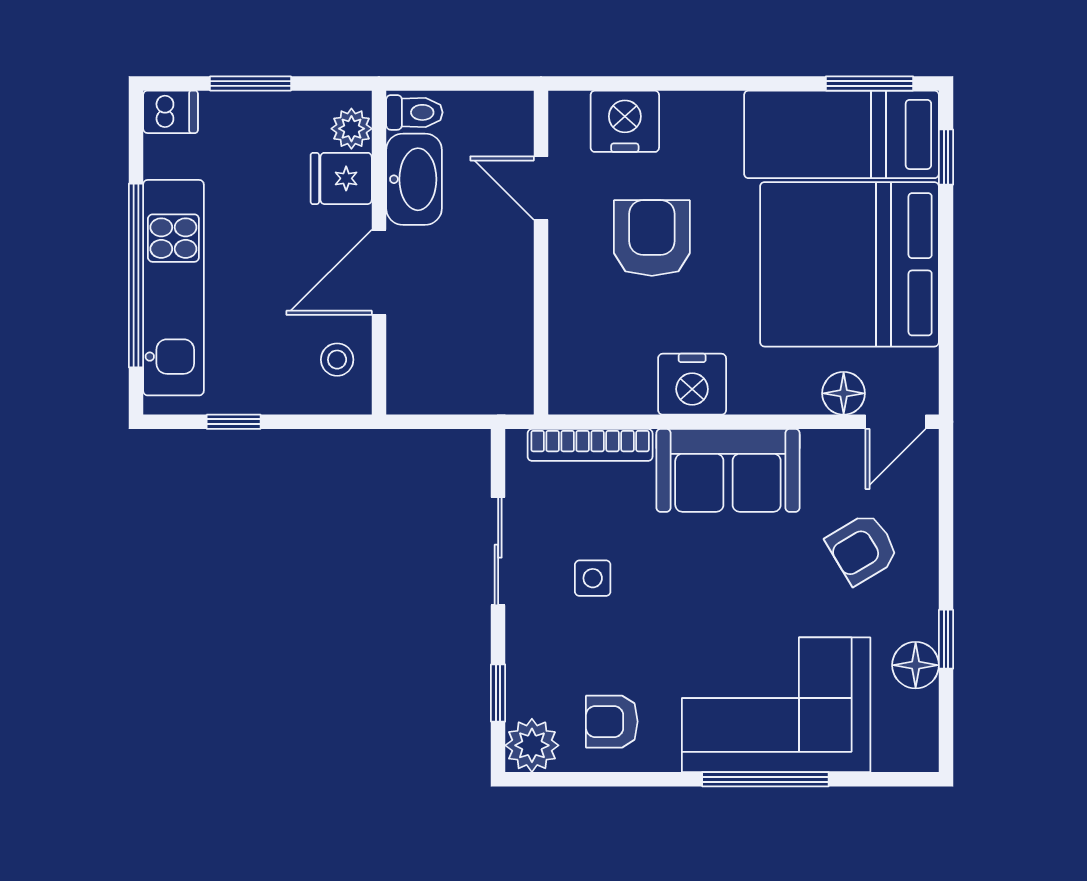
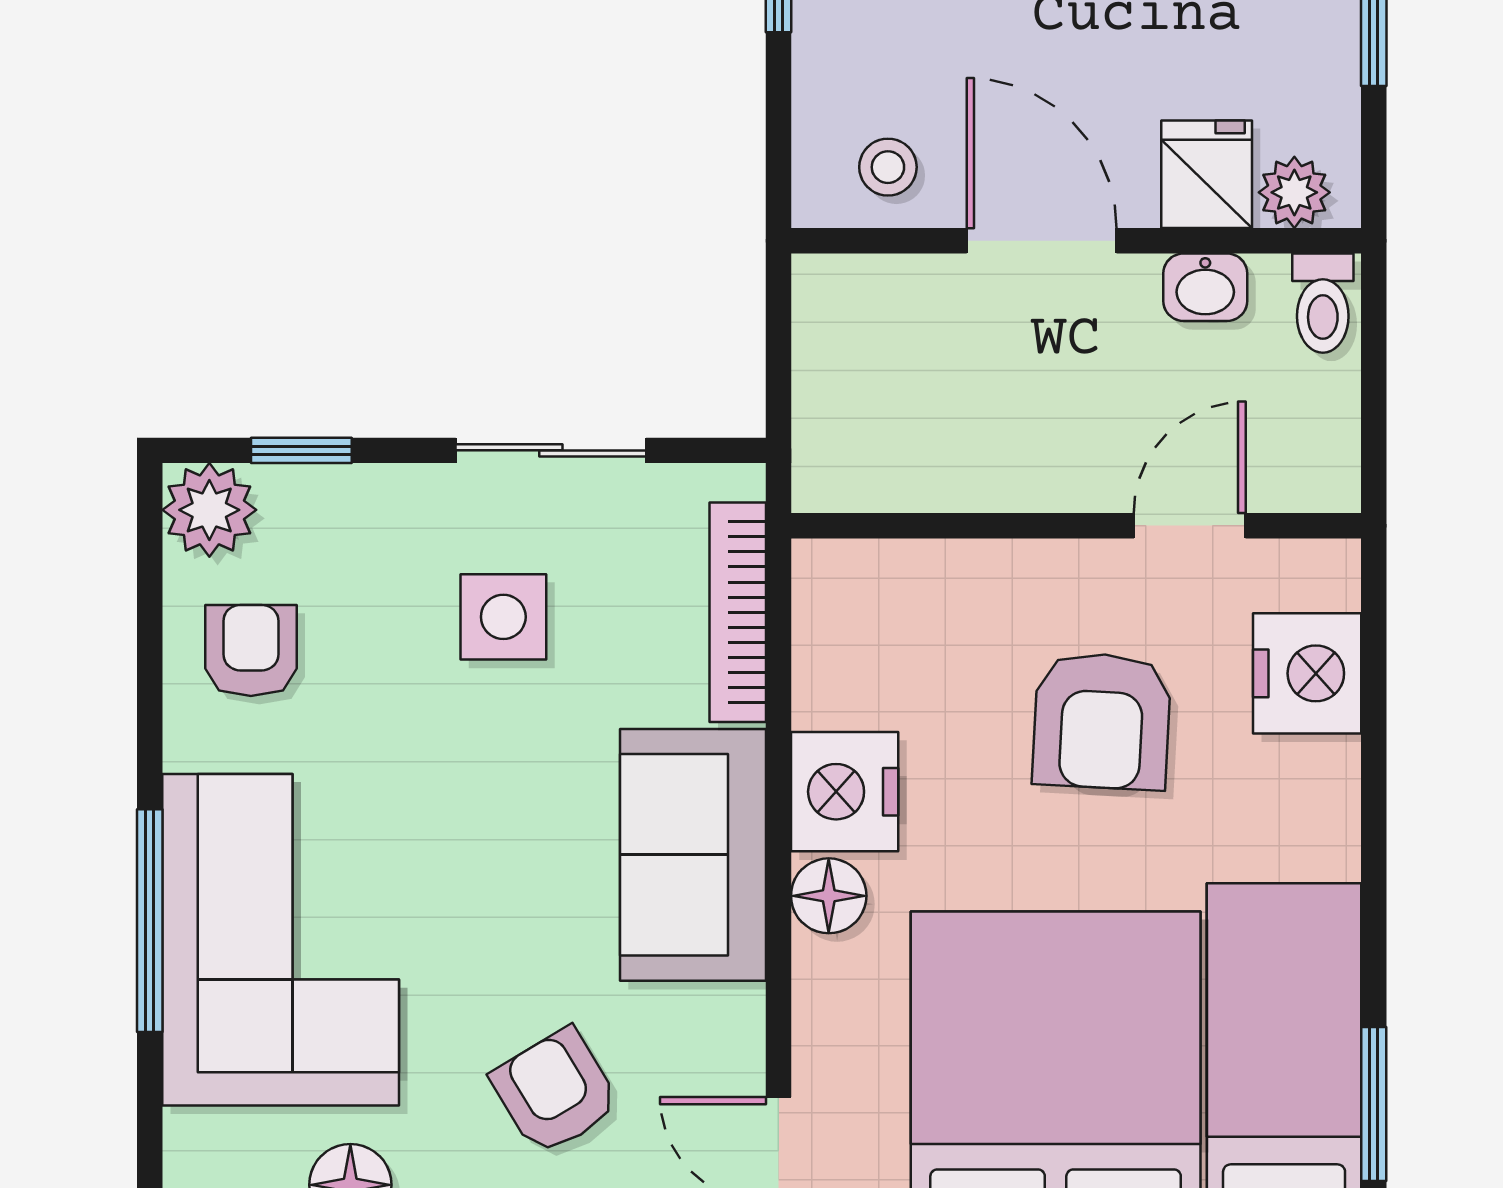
washbasin: (414, 179) -> (1205, 287), width x0.52, depth x0.69
armchair: (652, 238) -> (1102, 721), turned 93
floor lamp: (844, 393) -> (829, 896), moved
side table: (593, 578) -> (503, 617), width x1.37, depth x1.37

